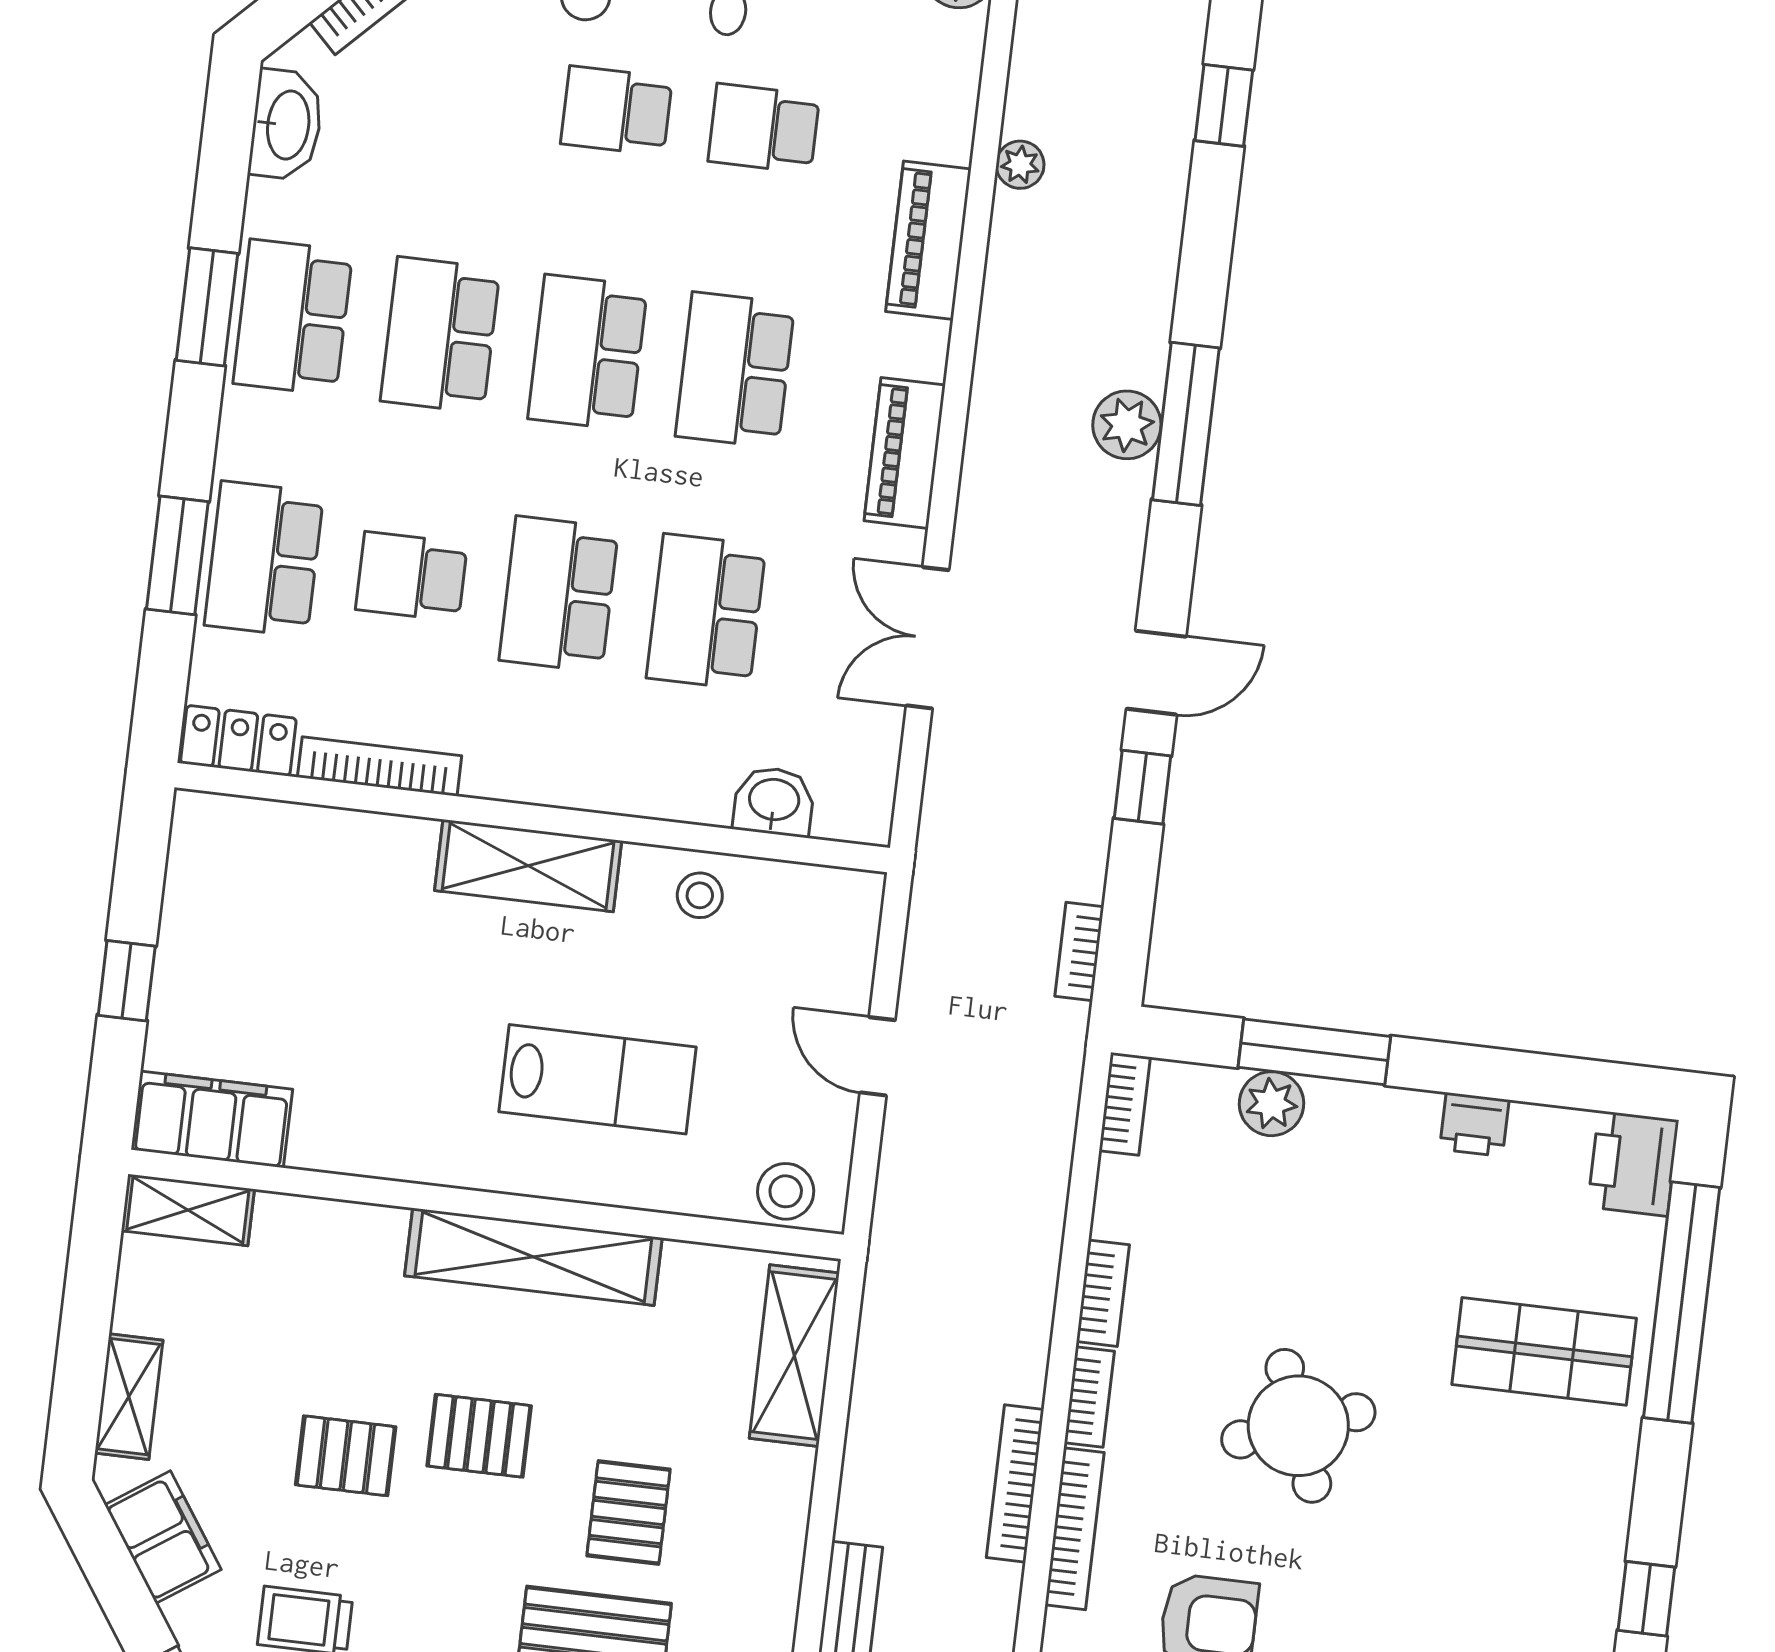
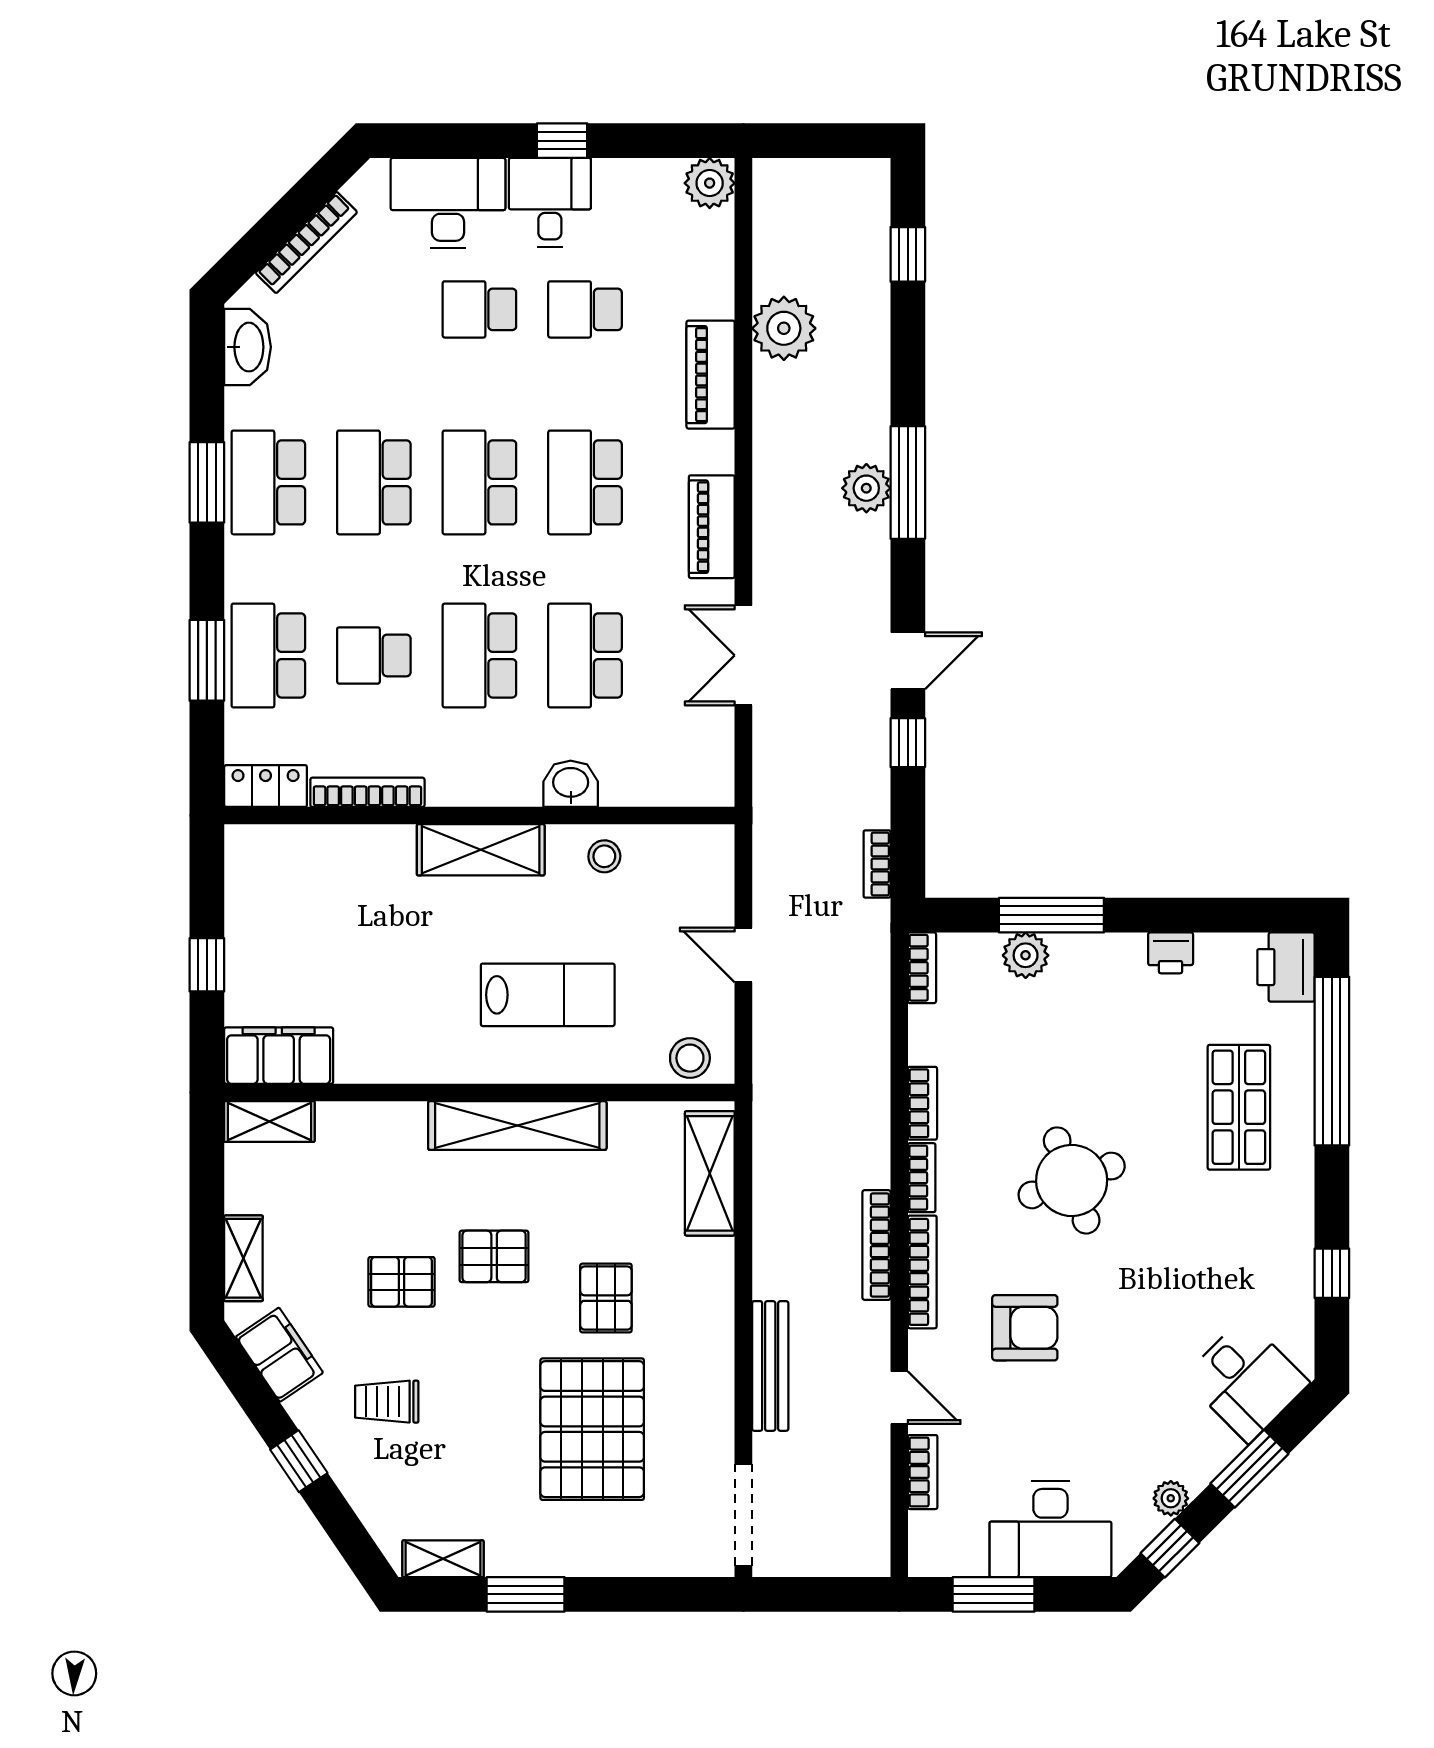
plant: (1020, 165) -> (784, 328), width x1.88, depth x1.88
washbasin: (774, 801) -> (571, 784), moved
shop shelf: (1544, 1351) -> (1239, 1107), turned 90

